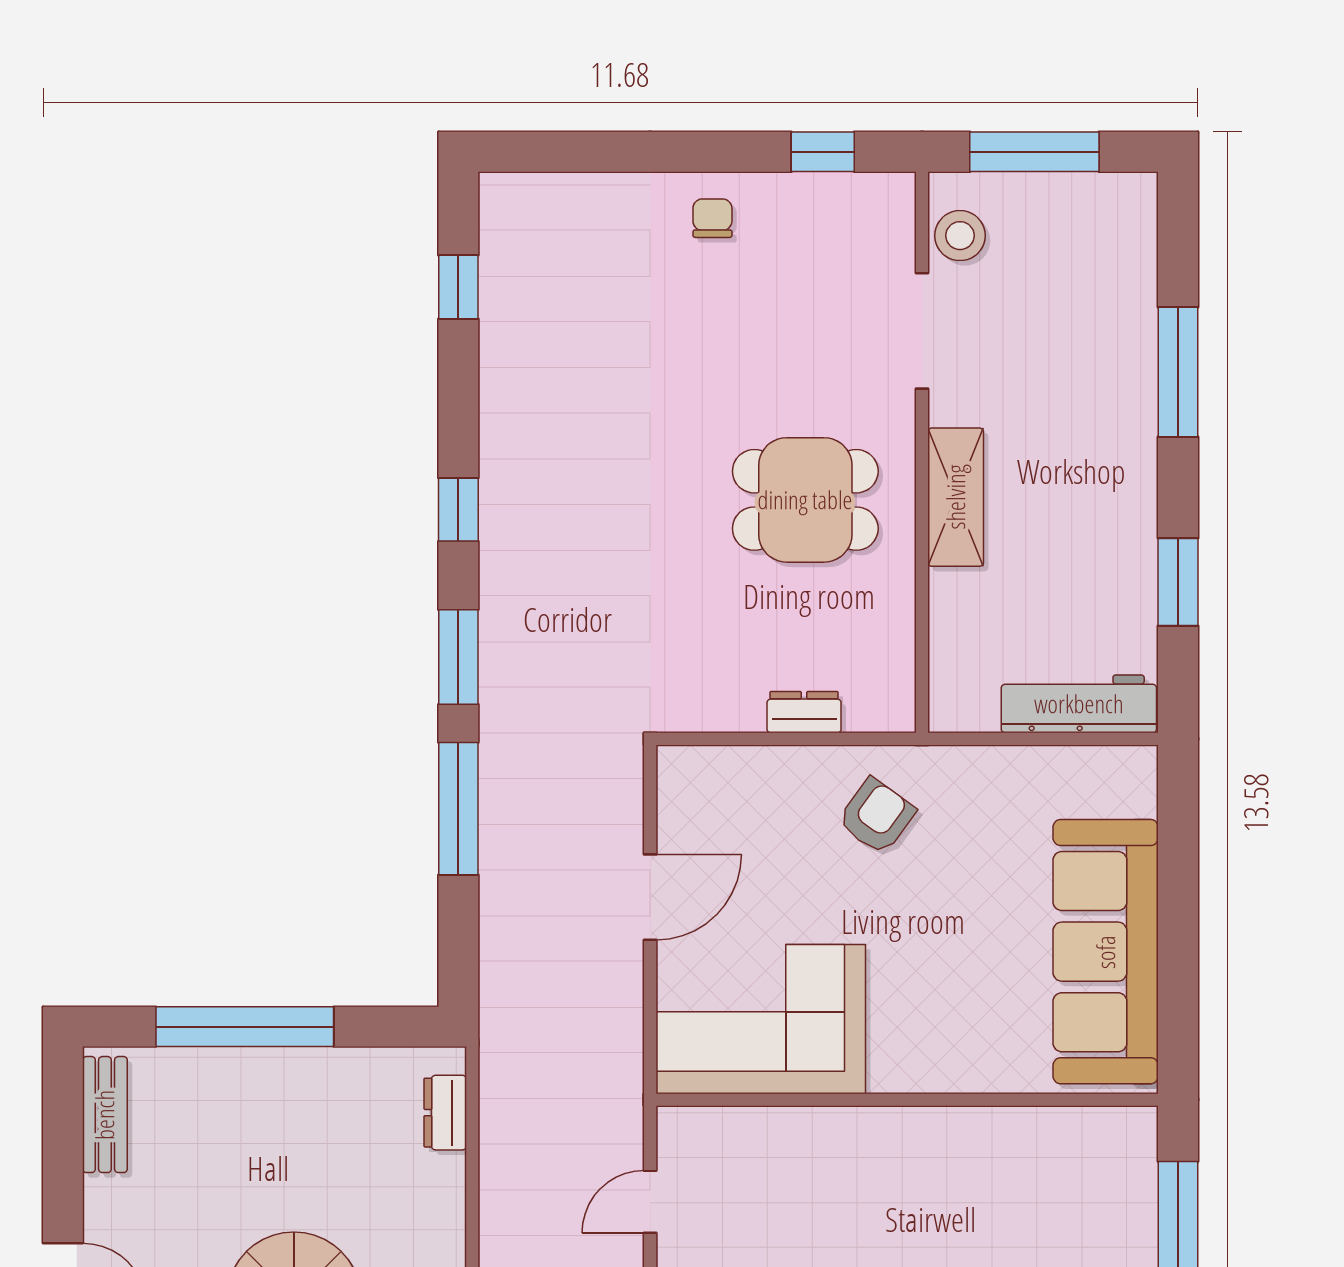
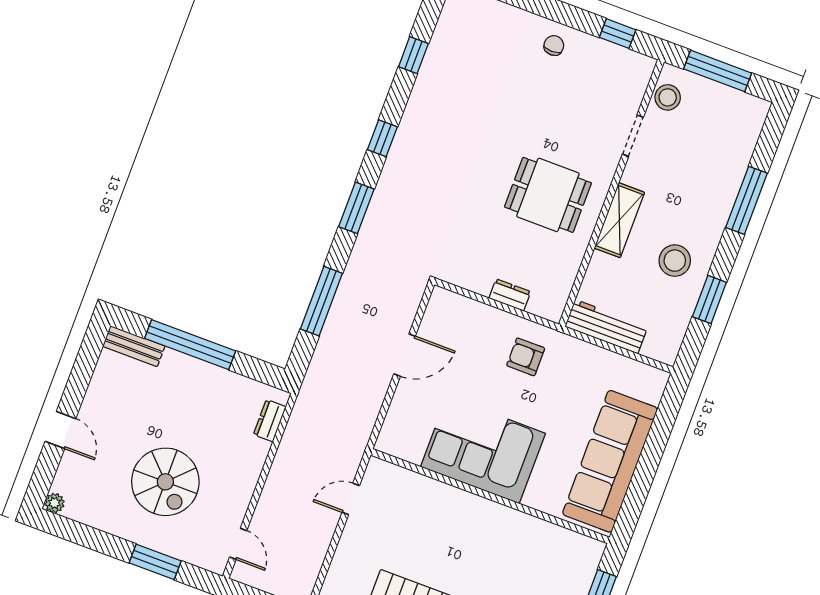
window: (458, 287) -> (413, 55), moved
doorway: (922, 331) -> (633, 136), width x0.73
stool: (1087, 534) -> (675, 261), added
workbench: (1079, 704) -> (606, 327), moved
window: (458, 809) -> (321, 301), moved
armchair: (876, 816) -> (526, 357), turned -126
corner sofa: (761, 1019) -> (483, 450), moved
bench: (105, 1115) -> (134, 346), moved, turned 90

